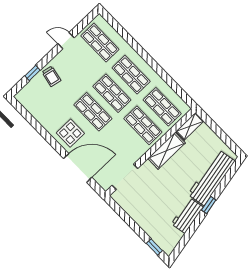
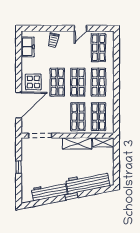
door: (66, 41) -> (81, 28), swing flipped
window: (33, 73) -> (45, 28), removed
freezer: (33, 106) -> (28, 47), added
door: (78, 168) -> (19, 105), hinge flipped
workbench: (187, 216) -> (49, 191), width x1.38
window: (154, 247) -> (19, 167), moved

